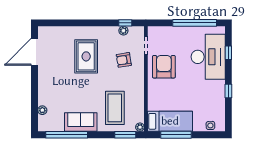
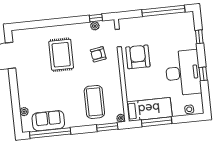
desk: (208, 57) -> (183, 73), moved
sofa: (81, 122) -> (48, 121), moved

